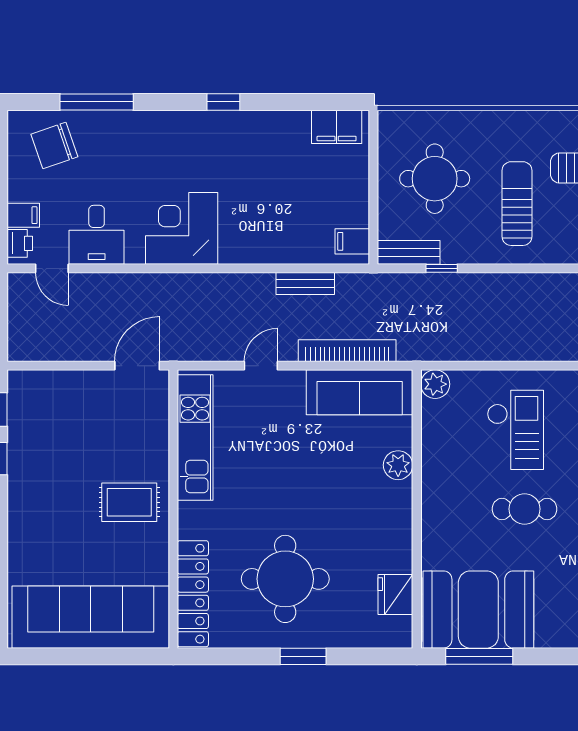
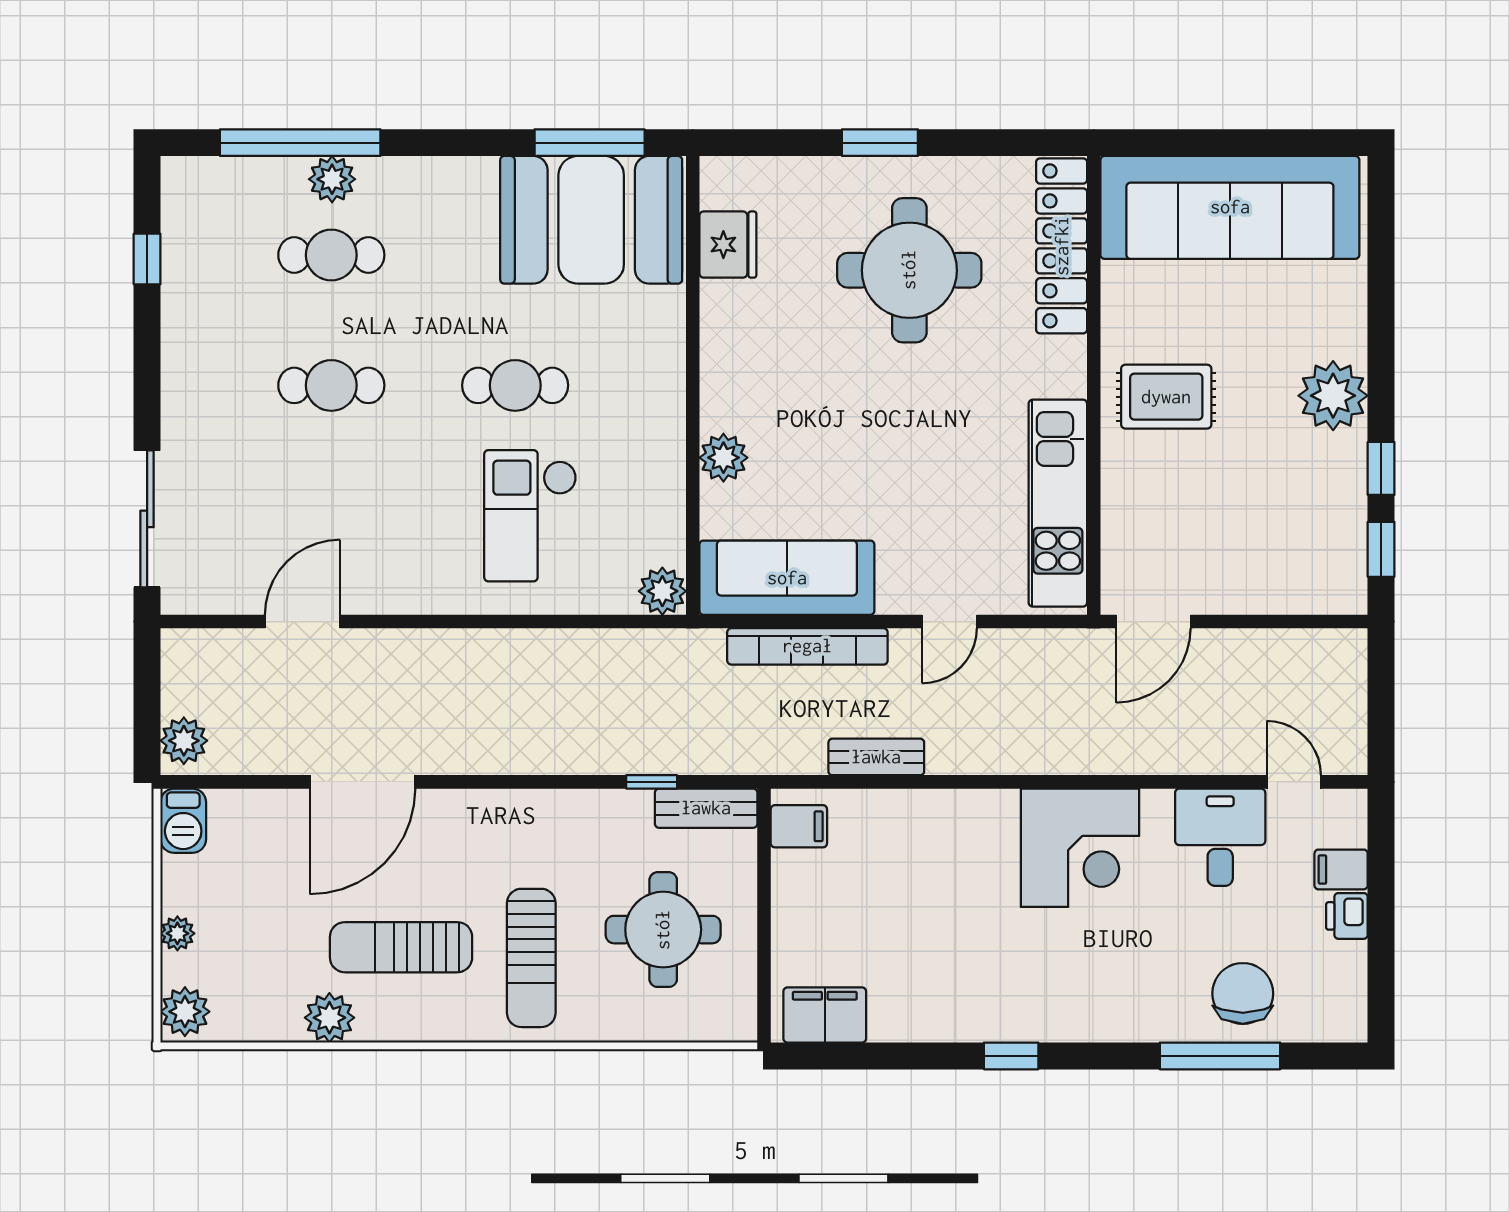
chair: (54, 145) -> (1243, 993), moved, turned -71
sun lounger: (517, 204) -> (531, 958), moved
printer: (20, 243) -> (1347, 916), moved
plant: (28, 503) -> (1333, 396), added

